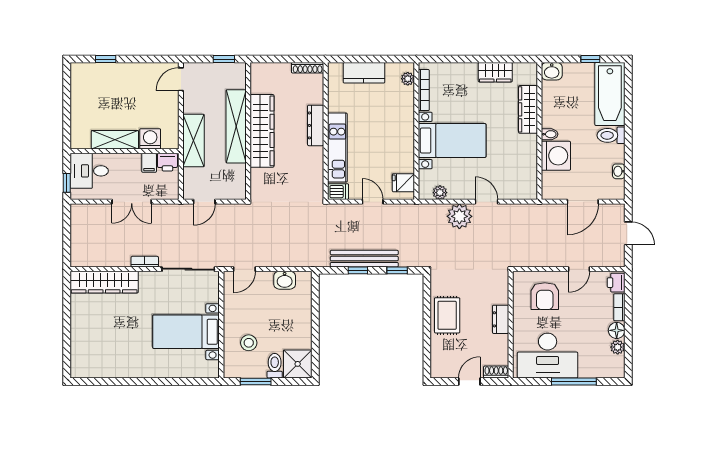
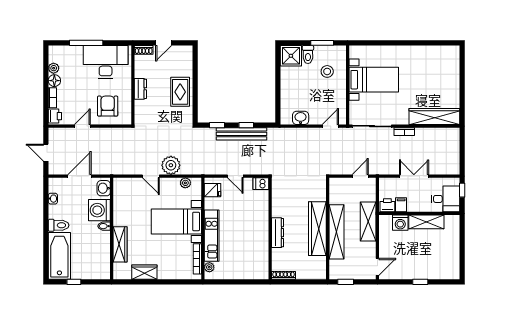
window: (106, 59) -> (420, 282), moved
washbasin: (552, 71) -> (104, 188), moved, turned -90
kitchen counter: (364, 73) -> (242, 272), removed
kitchen unit: (337, 148) -> (212, 236), moved, turned 180

